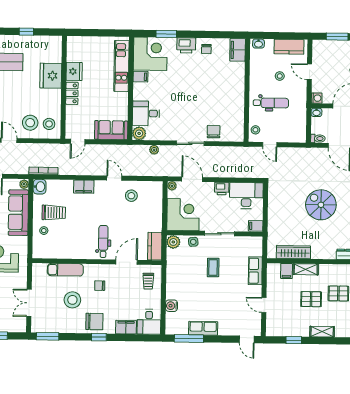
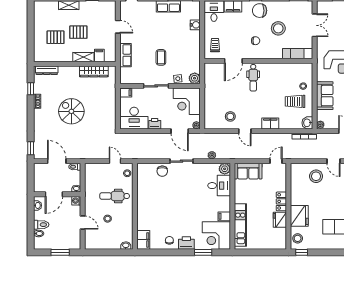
window: (26, 32) -> (302, 252), moved
kitchen counter: (289, 47) -> (100, 243), removed
stool: (49, 124) -> (298, 238), moved
spiral stairs: (321, 205) -> (71, 111), turned 180
sofa: (18, 213) -> (325, 96), width x0.73
kitchen counter: (155, 246) -> (210, 75), removed
exam couch: (65, 270) -> (298, 54), moved

